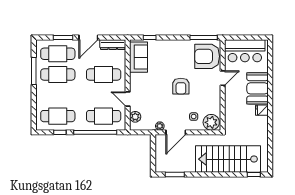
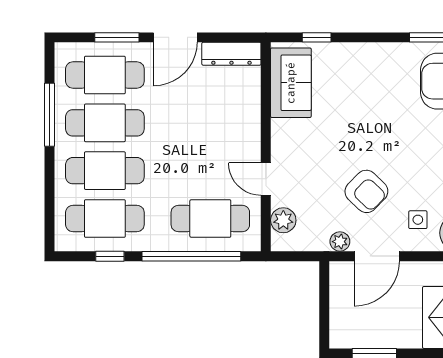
cafe table: (104, 75) -> (105, 171), moved
armchair: (181, 86) -> (366, 191), moved, turned -46

